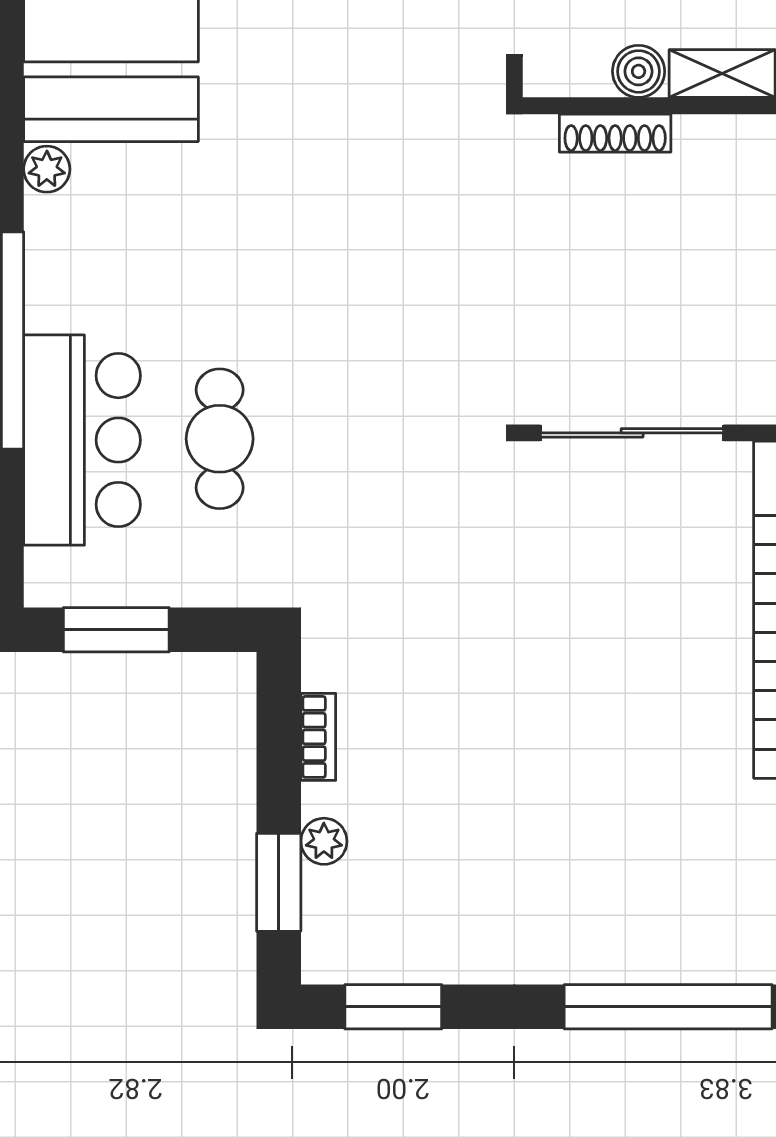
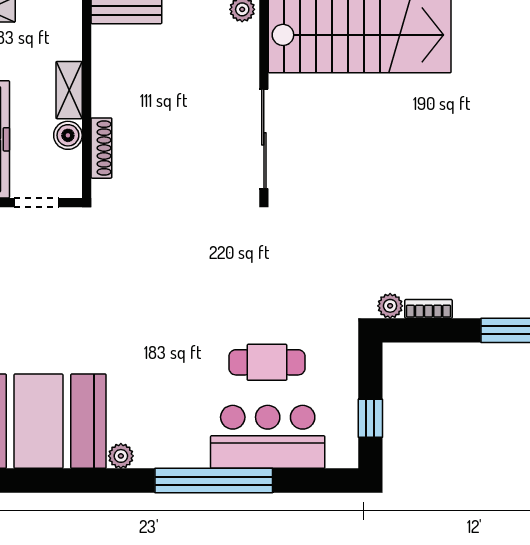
window: (116, 630) -> (370, 418), width x0.67
plant: (324, 841) -> (390, 306), moved

